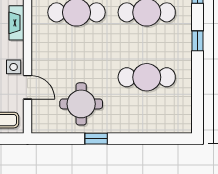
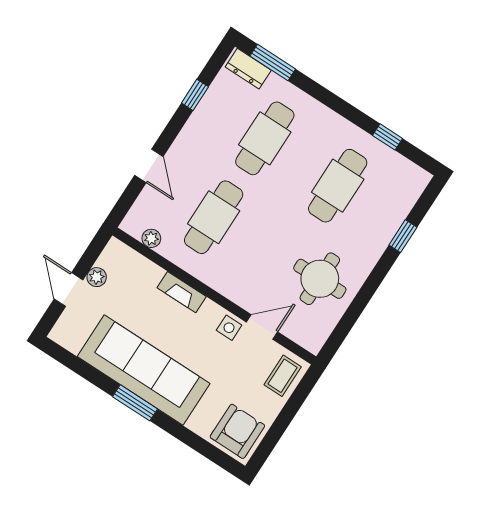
window: (197, 41) -> (388, 137), moved
window: (96, 139) -> (403, 236), moved

